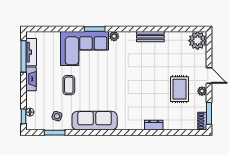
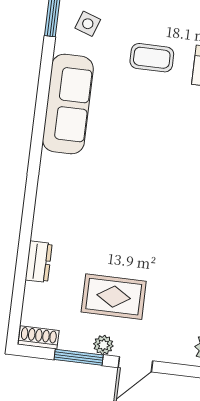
window: (209, 113) -> (79, 357), moved
dresser: (154, 125) -> (39, 262), moved

